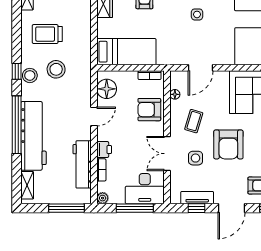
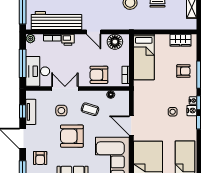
door: (201, 68) -> (131, 125), moved
armchair: (149, 110) -> (99, 75), turned -90
workbench: (82, 164) -> (56, 21), width x1.36, depth x1.32

